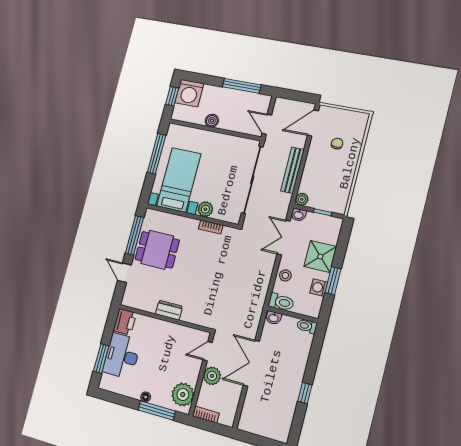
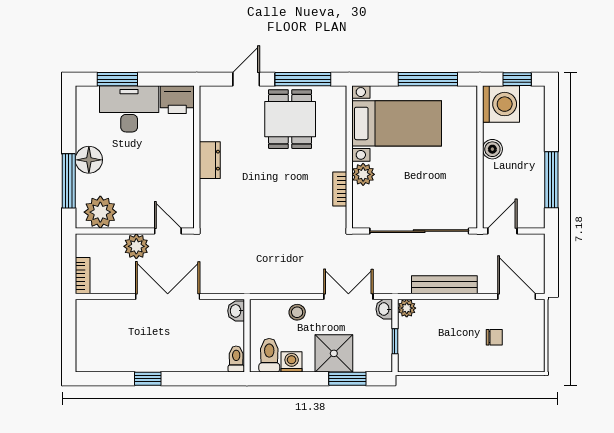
washing machine: (189, 93) -> (501, 104), moved, turned 180
window: (333, 281) -> (347, 379), moved
toilet: (281, 302) -> (269, 355), moved, turned 180
floor lamp: (146, 397) -> (89, 160), width x1.89, depth x1.89
bookcase: (206, 415) -> (83, 276), moved

